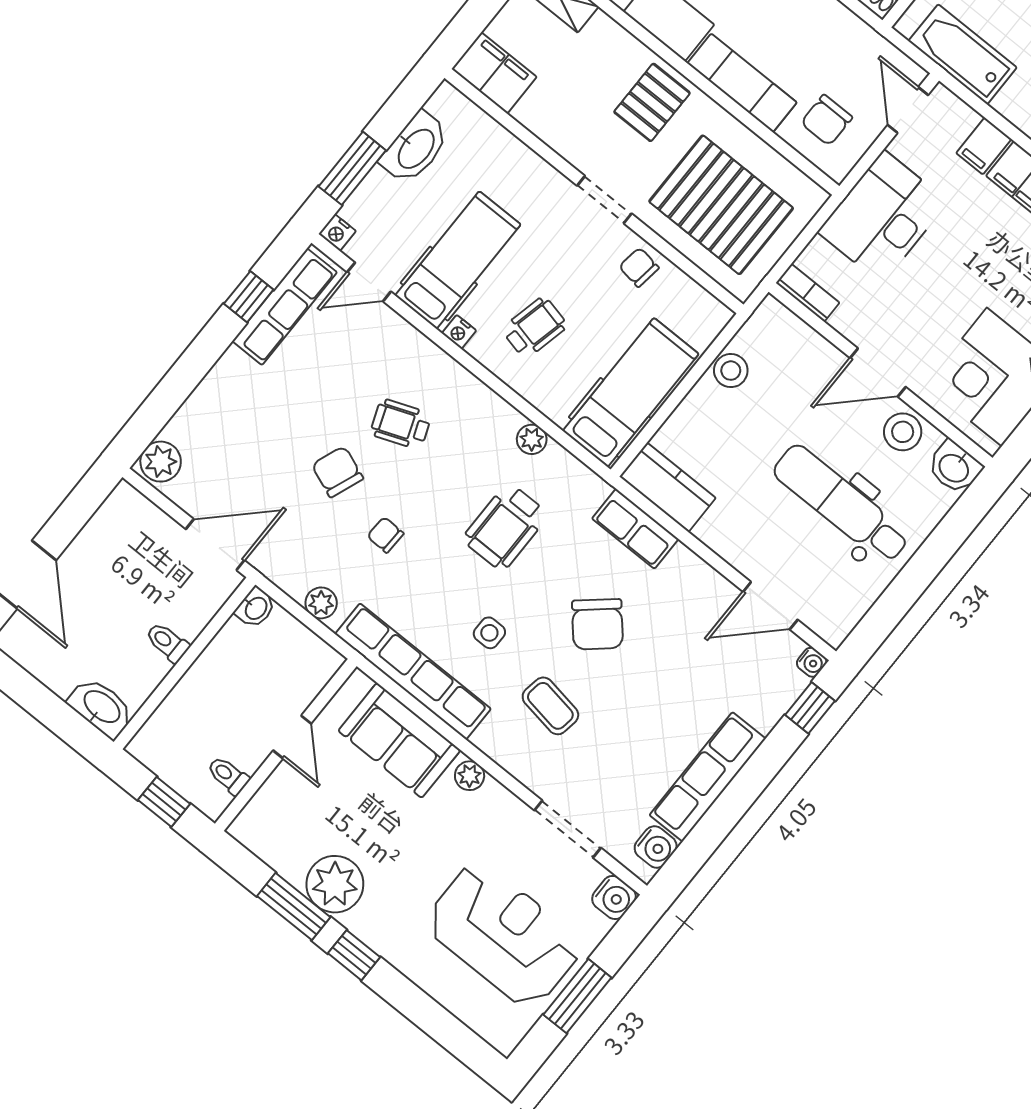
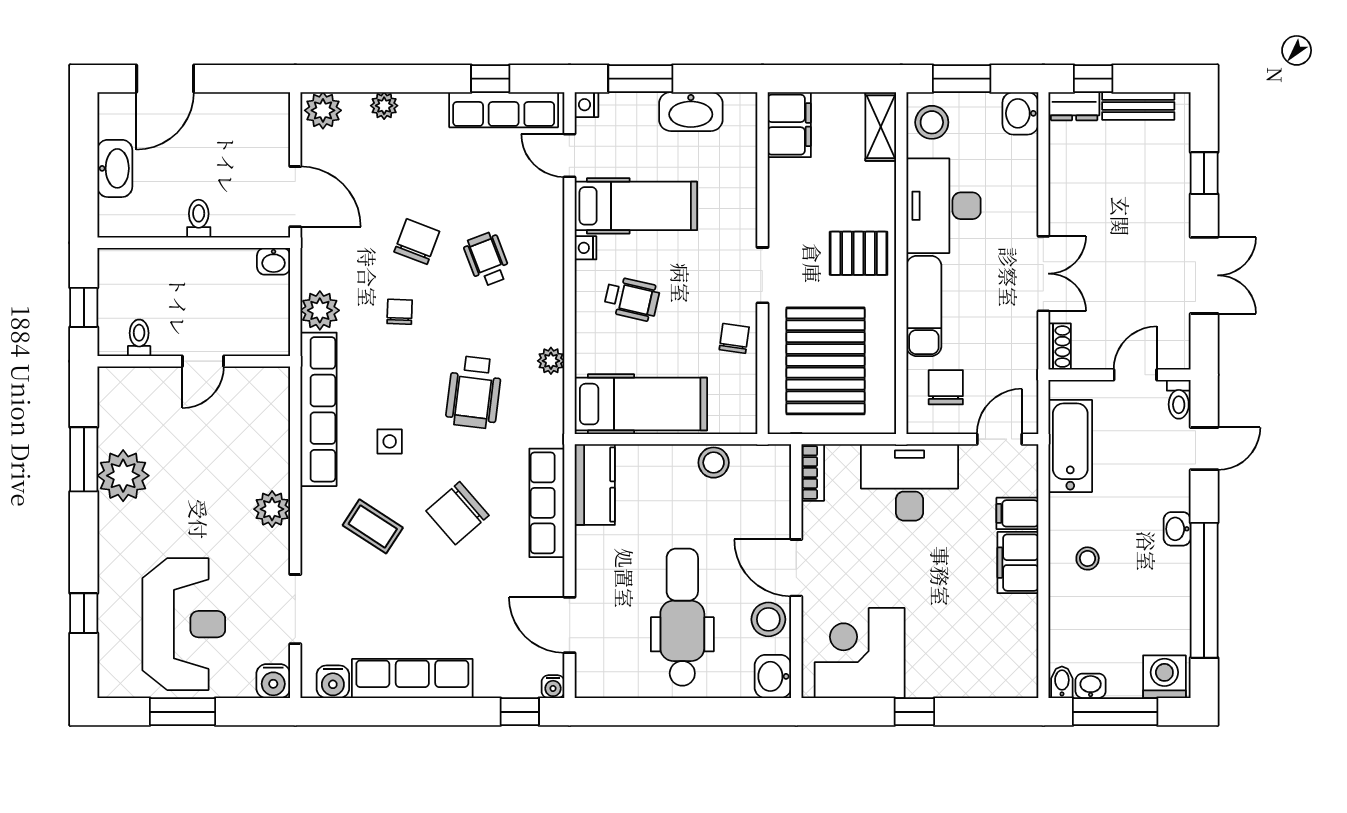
chair: (827, 120) -> (946, 387), turned 90
plant: (199, 406) -> (384, 106), added
wheelchair: (505, 527) -> (474, 392), turned -83
row of seats: (635, 529) -> (547, 503), width x1.48
plant: (321, 603) -> (320, 310), width x1.38, depth x1.38
coffee table: (550, 706) -> (373, 526), turned -66
washbasin: (101, 707) -> (115, 168), moved
sofa: (399, 740) -> (262, 439), removed
plant: (470, 776) -> (272, 509), width x1.38, depth x1.38
window: (354, 955) -> (84, 613), moved

